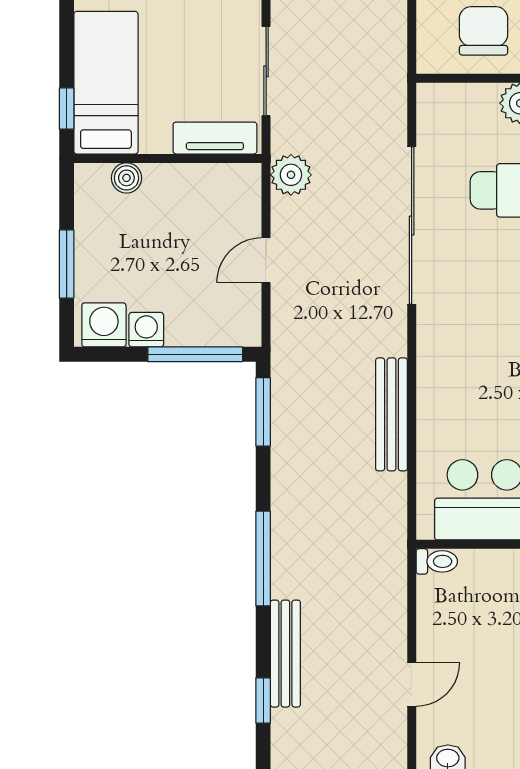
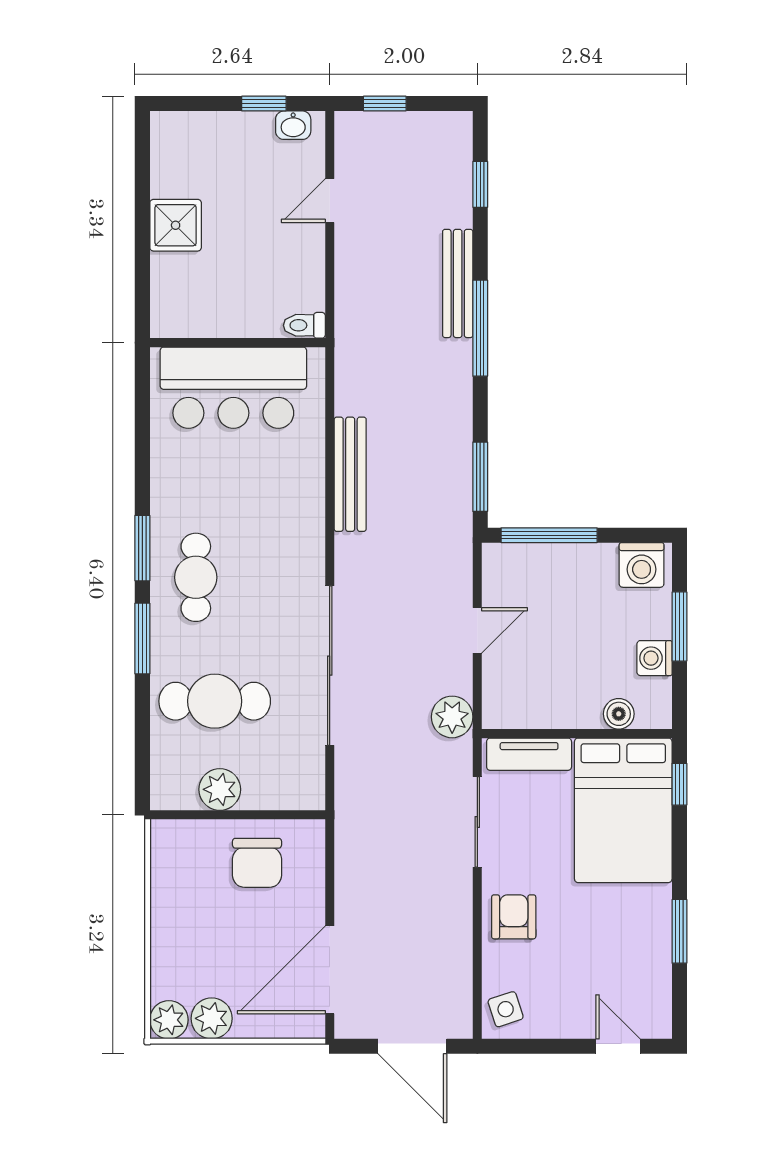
bed: (106, 83) -> (623, 810), width x1.50
washing machine: (146, 330) -> (654, 658), moved, turned 90
bench: (285, 654) -> (458, 283), moved

